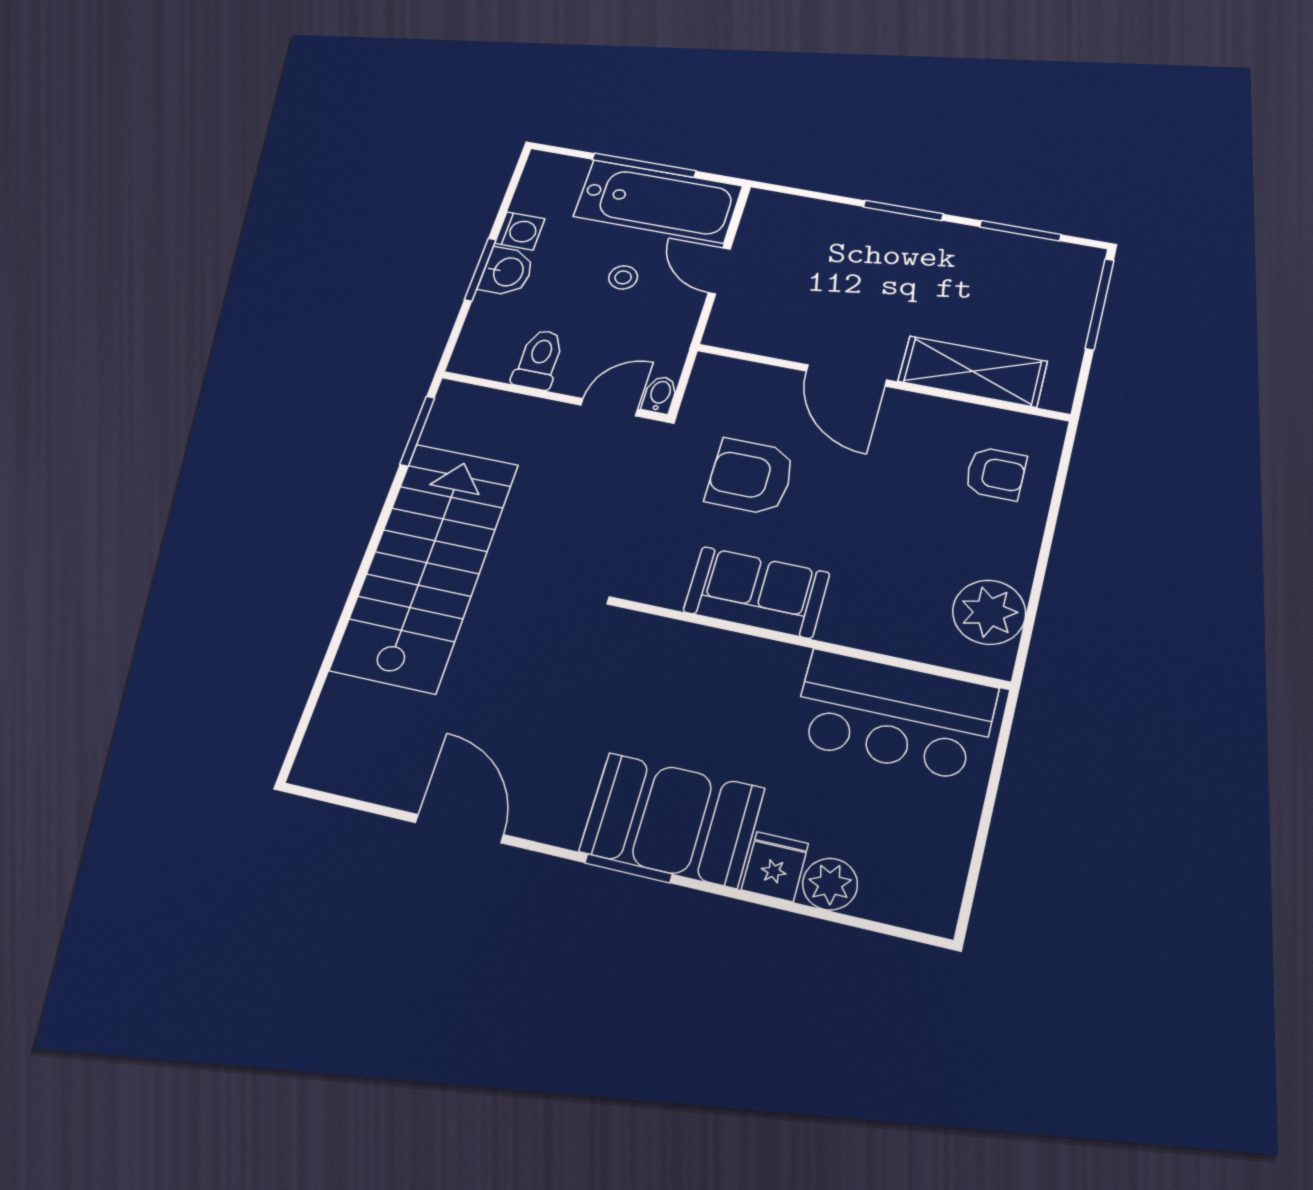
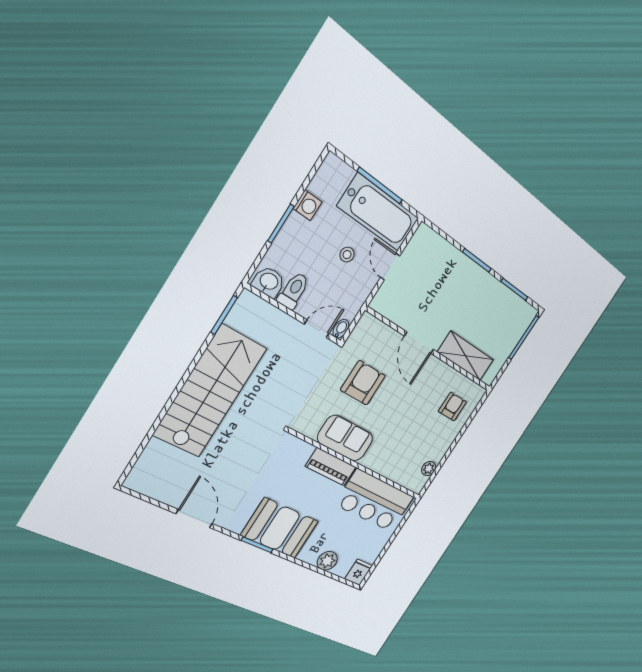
washbasin: (507, 272) -> (269, 282), moved, turned -90
armchair: (996, 473) -> (452, 407), turned -90
armchair: (751, 477) -> (363, 383), turned 90
plant: (989, 612) -> (429, 469), width x0.53, depth x0.53
piano: (746, 659) -> (331, 467), added
fridge: (775, 867) -> (359, 572), moved

